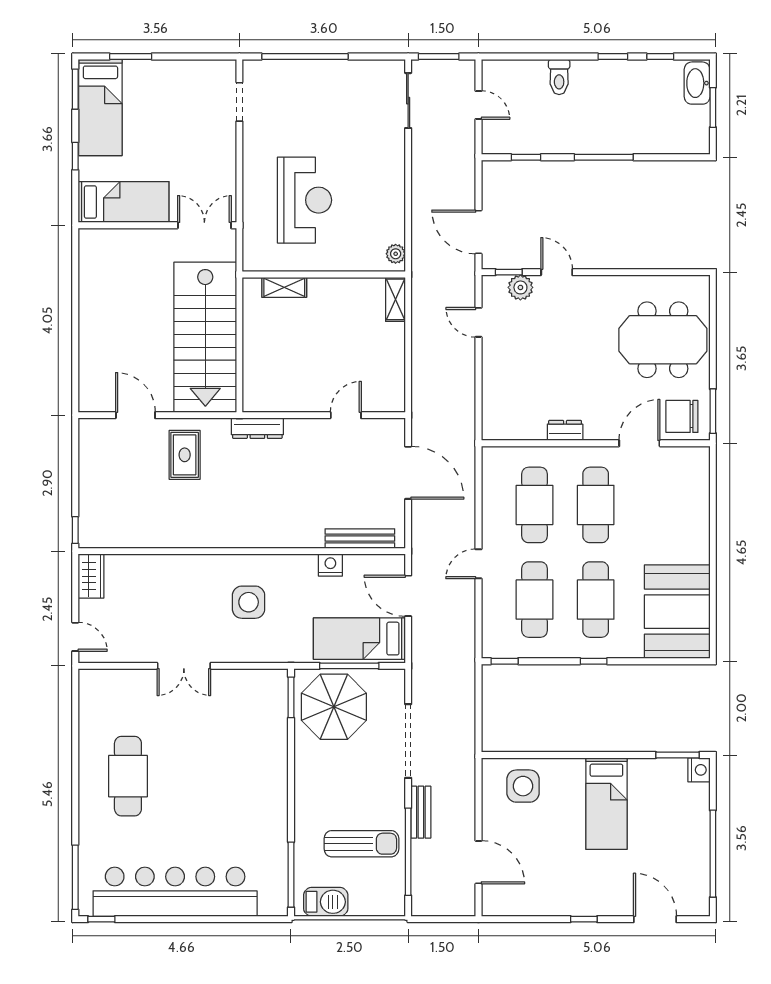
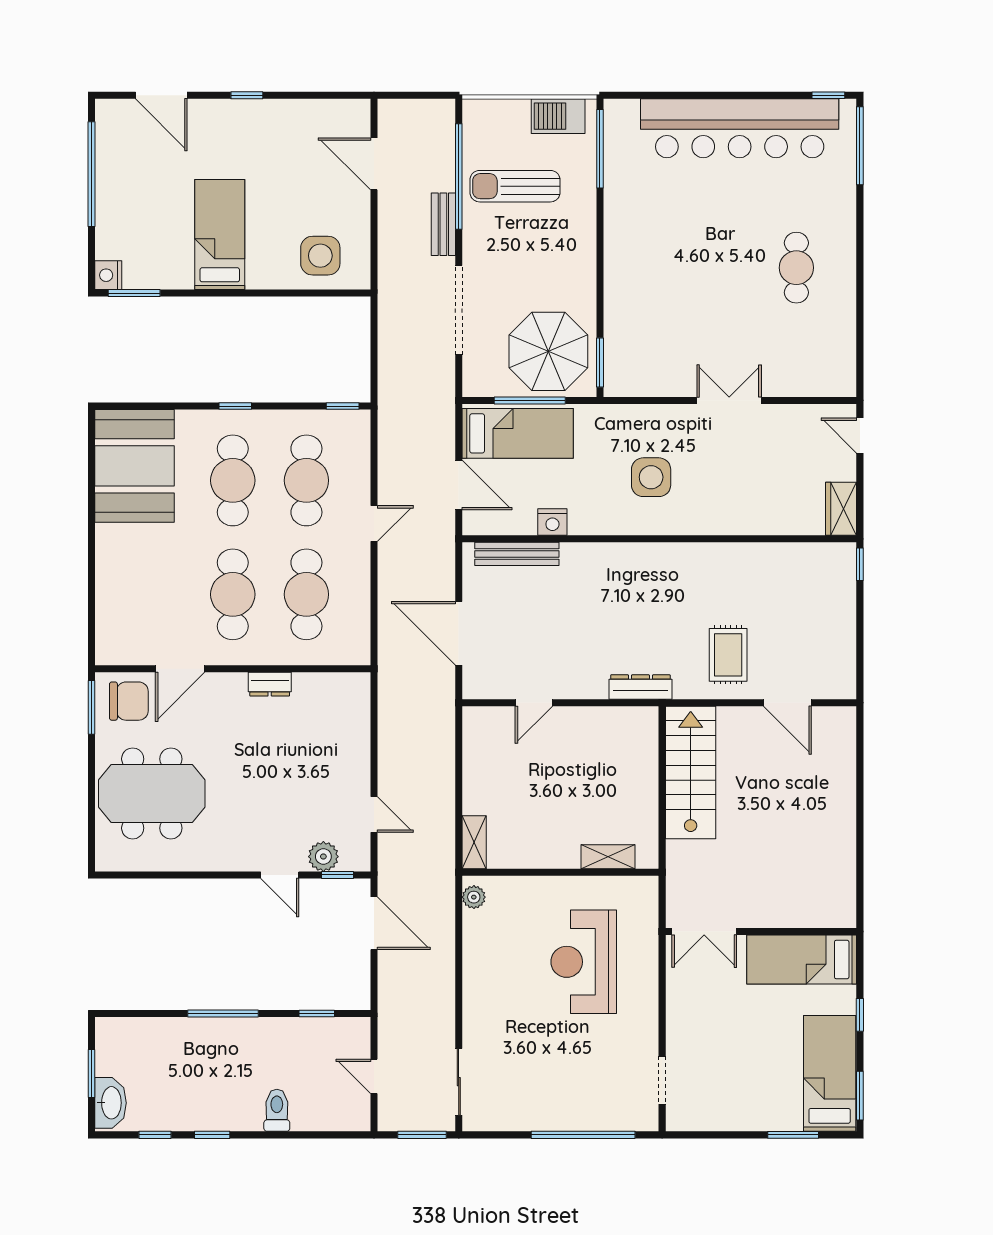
stairs: (205, 337) -> (691, 772), width x0.73, depth x0.66
cafe table: (128, 776) -> (796, 268), width x0.73, depth x0.74

